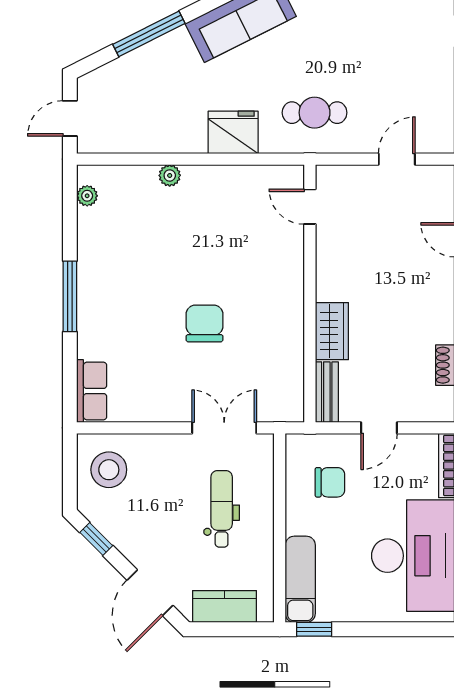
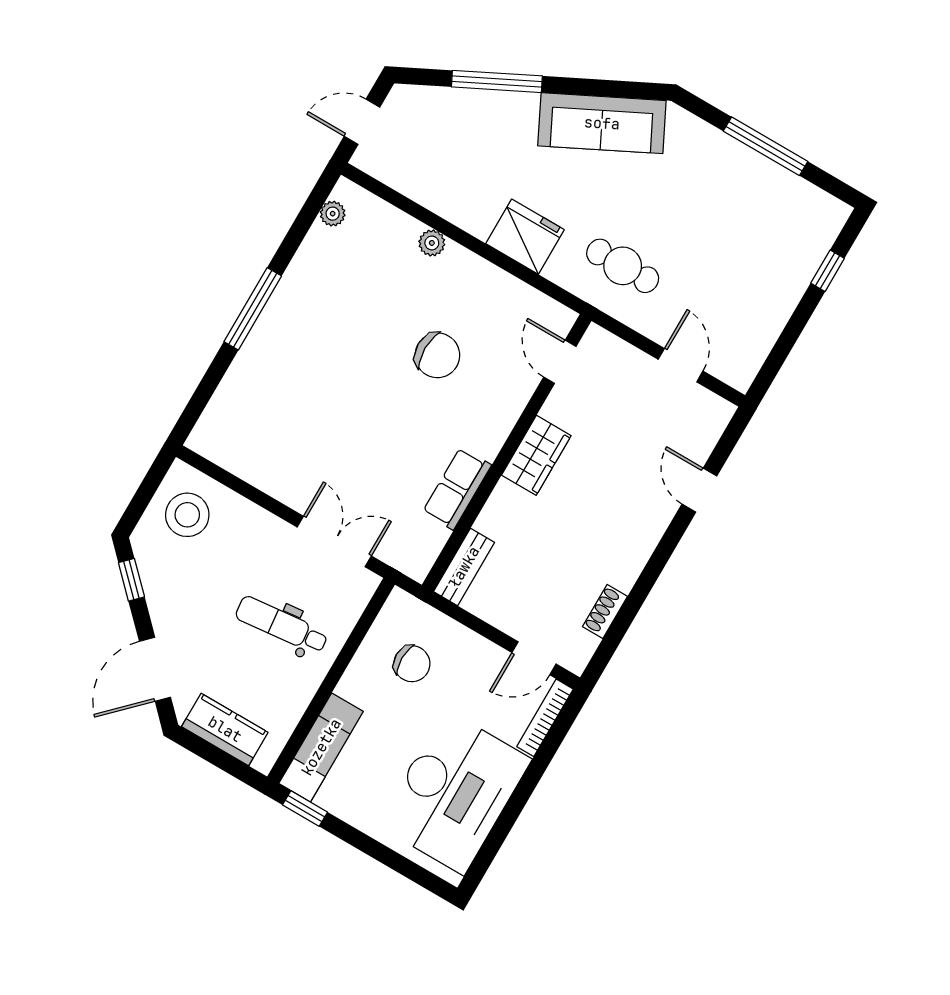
door: (397, 159) -> (681, 365), hinge flipped
chair: (204, 323) -> (437, 355), moved, turned 90
wardrobe: (332, 331) -> (536, 455), moved
row of seats: (92, 391) -> (457, 489), moved, turned 180
door: (379, 428) -> (534, 658), moved
dental chair: (222, 509) -> (282, 625), turned -96

